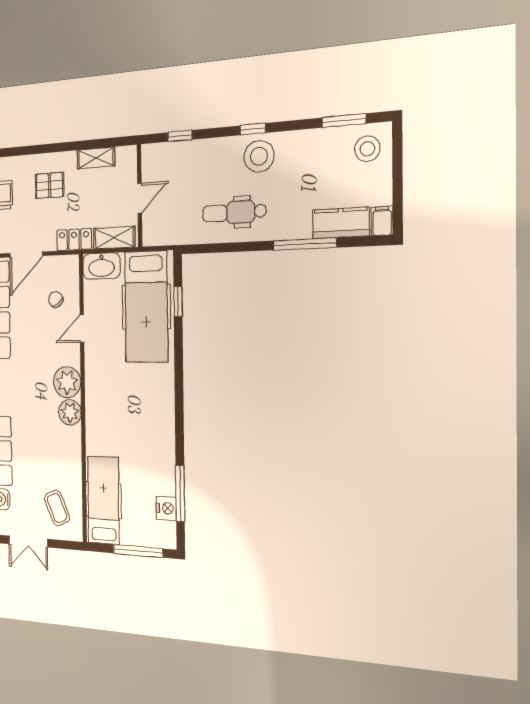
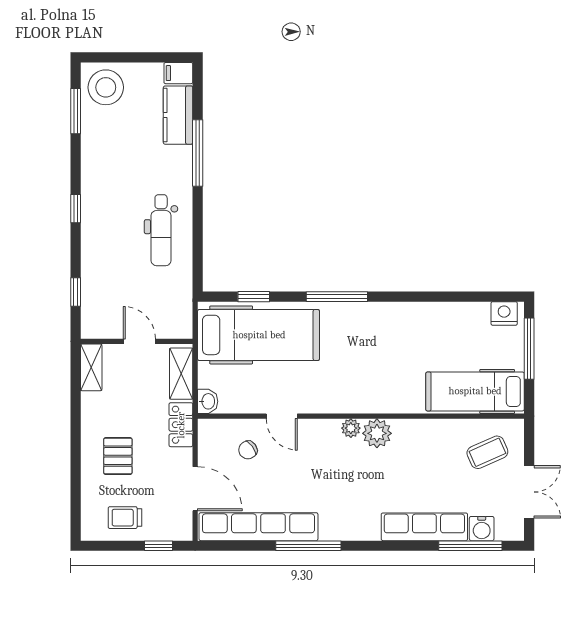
stool: (367, 149) -> (106, 87), width x1.38, depth x1.38
stool: (259, 156) -> (104, 202), removed
shelving: (96, 158) -> (91, 367), moved
washbasin: (101, 266) -> (208, 401), width x0.52, depth x0.69
plant: (67, 382) -> (351, 428), width x0.53, depth x0.53
window: (180, 493) -> (337, 297), moved
nightstand: (166, 508) -> (504, 313), moved

